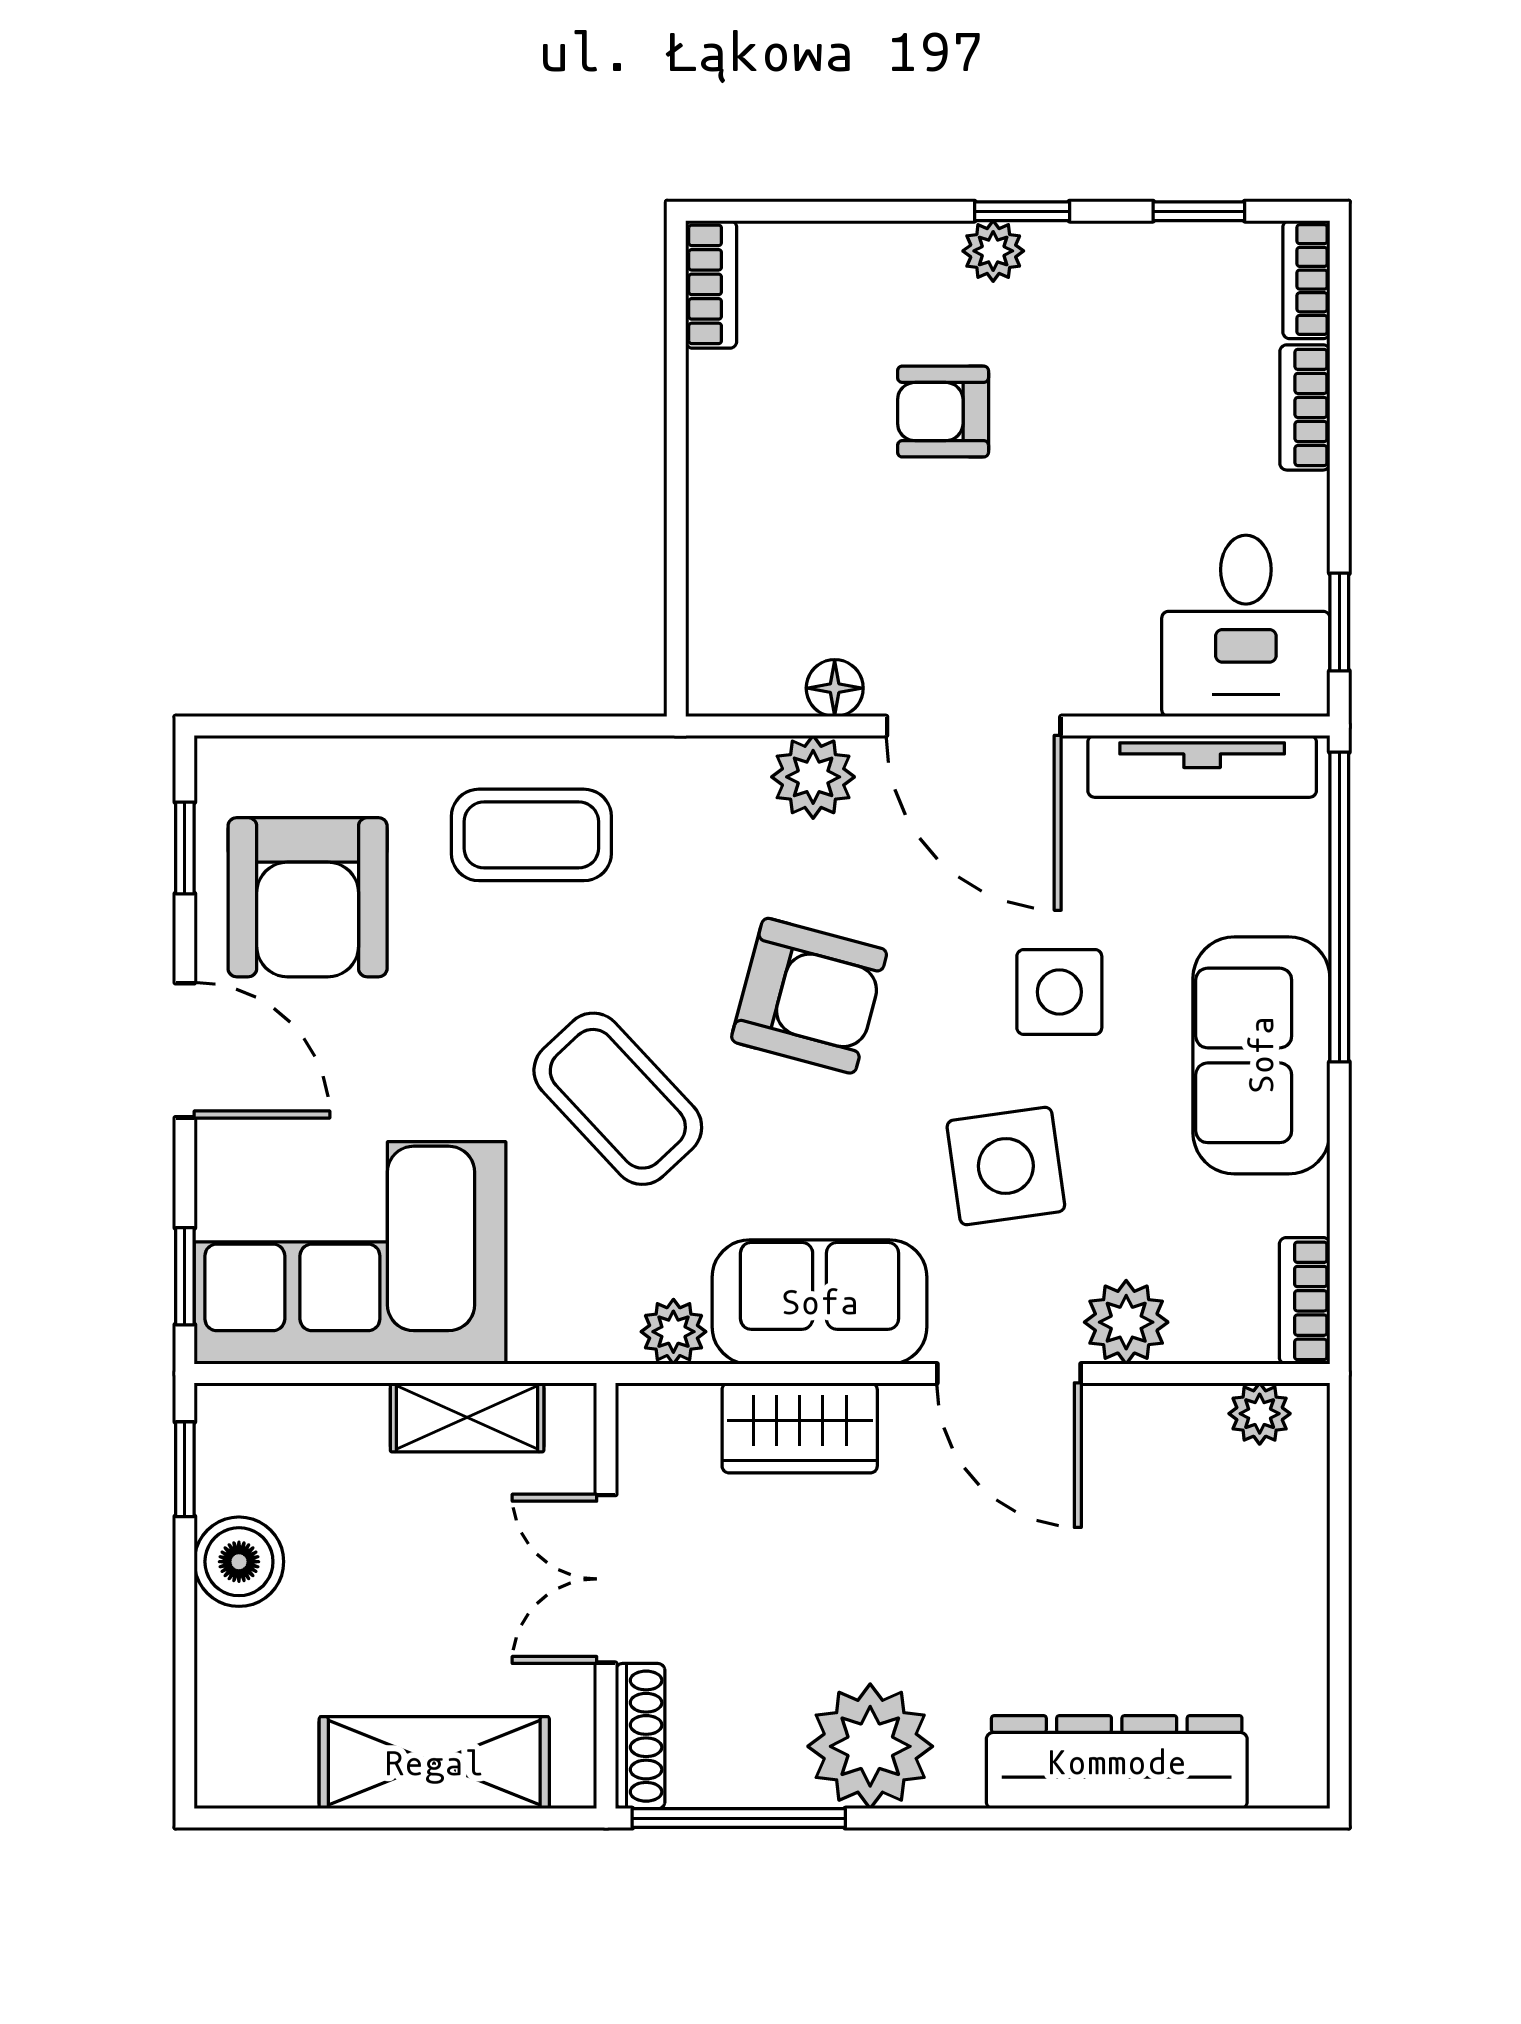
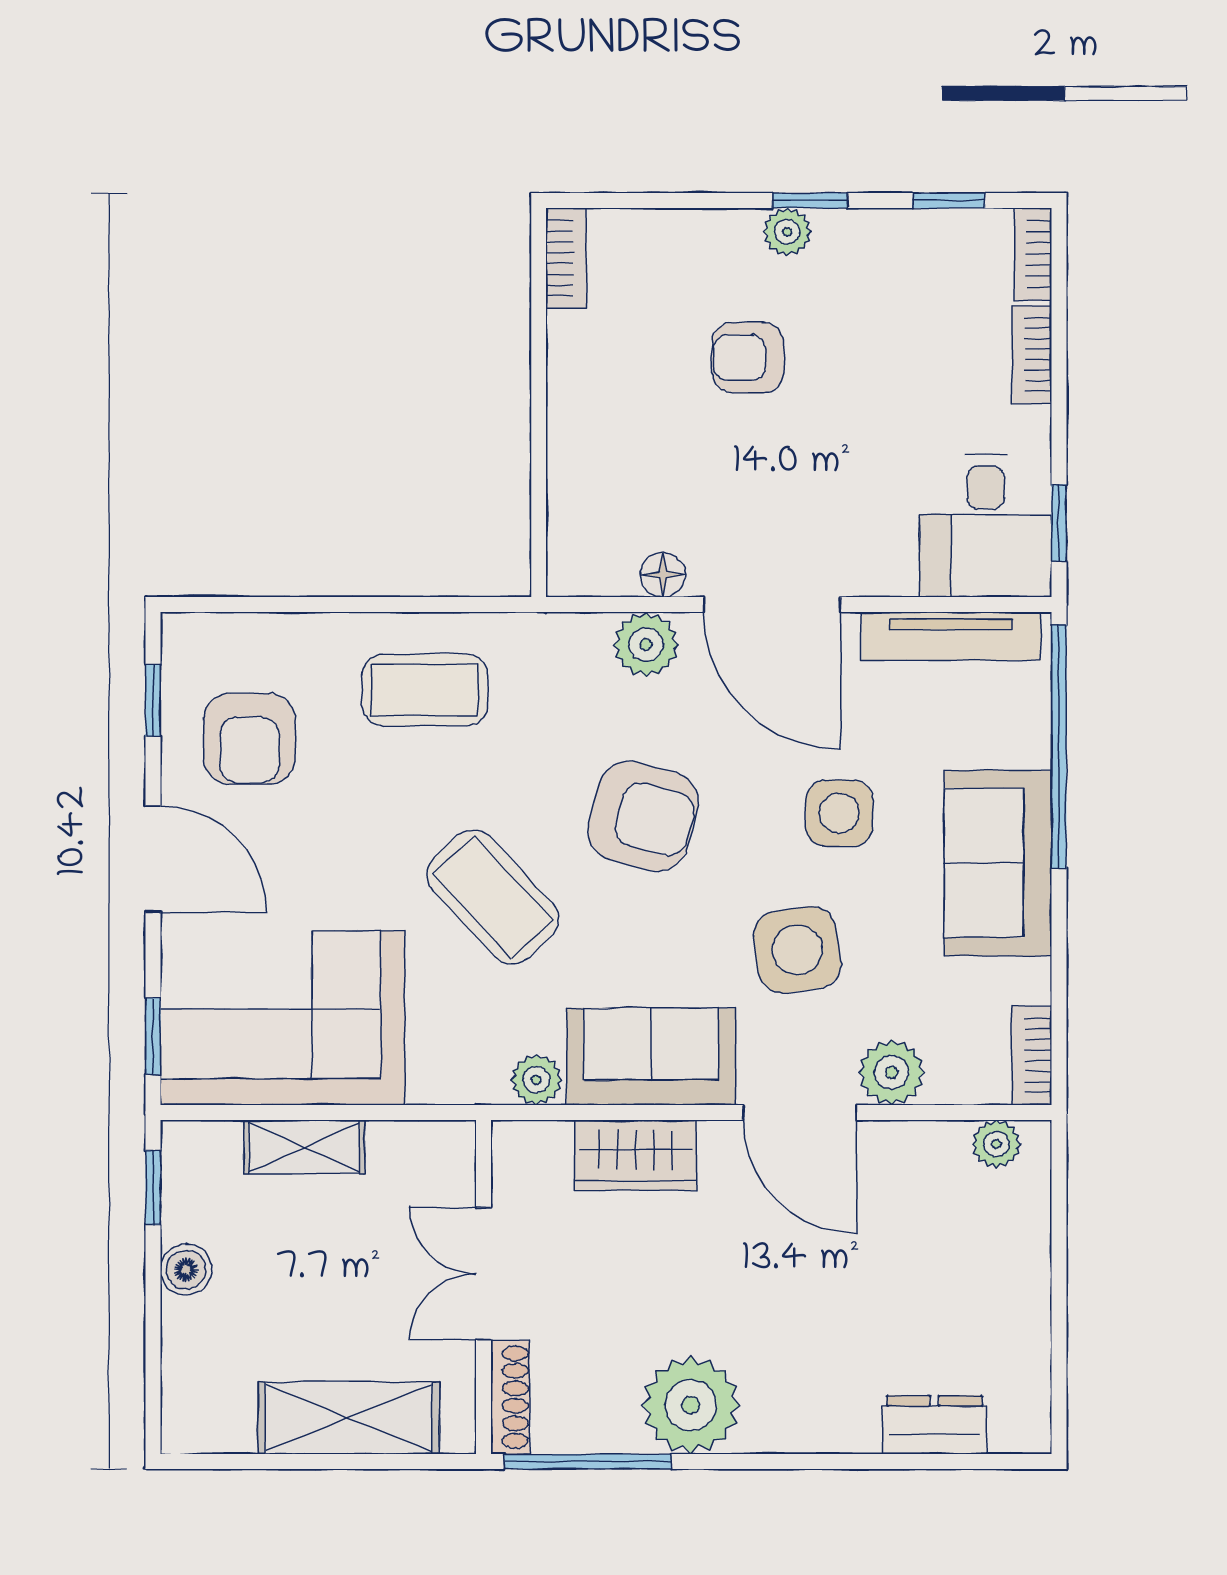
armchair: (308, 897) -> (249, 739), width x0.73, depth x0.73
shelving: (467, 1417) -> (304, 1147), moved
boiler: (239, 1562) -> (186, 1270), width x0.73, depth x0.73
dresser: (1117, 1762) -> (934, 1425), width x0.51, depth x0.80

